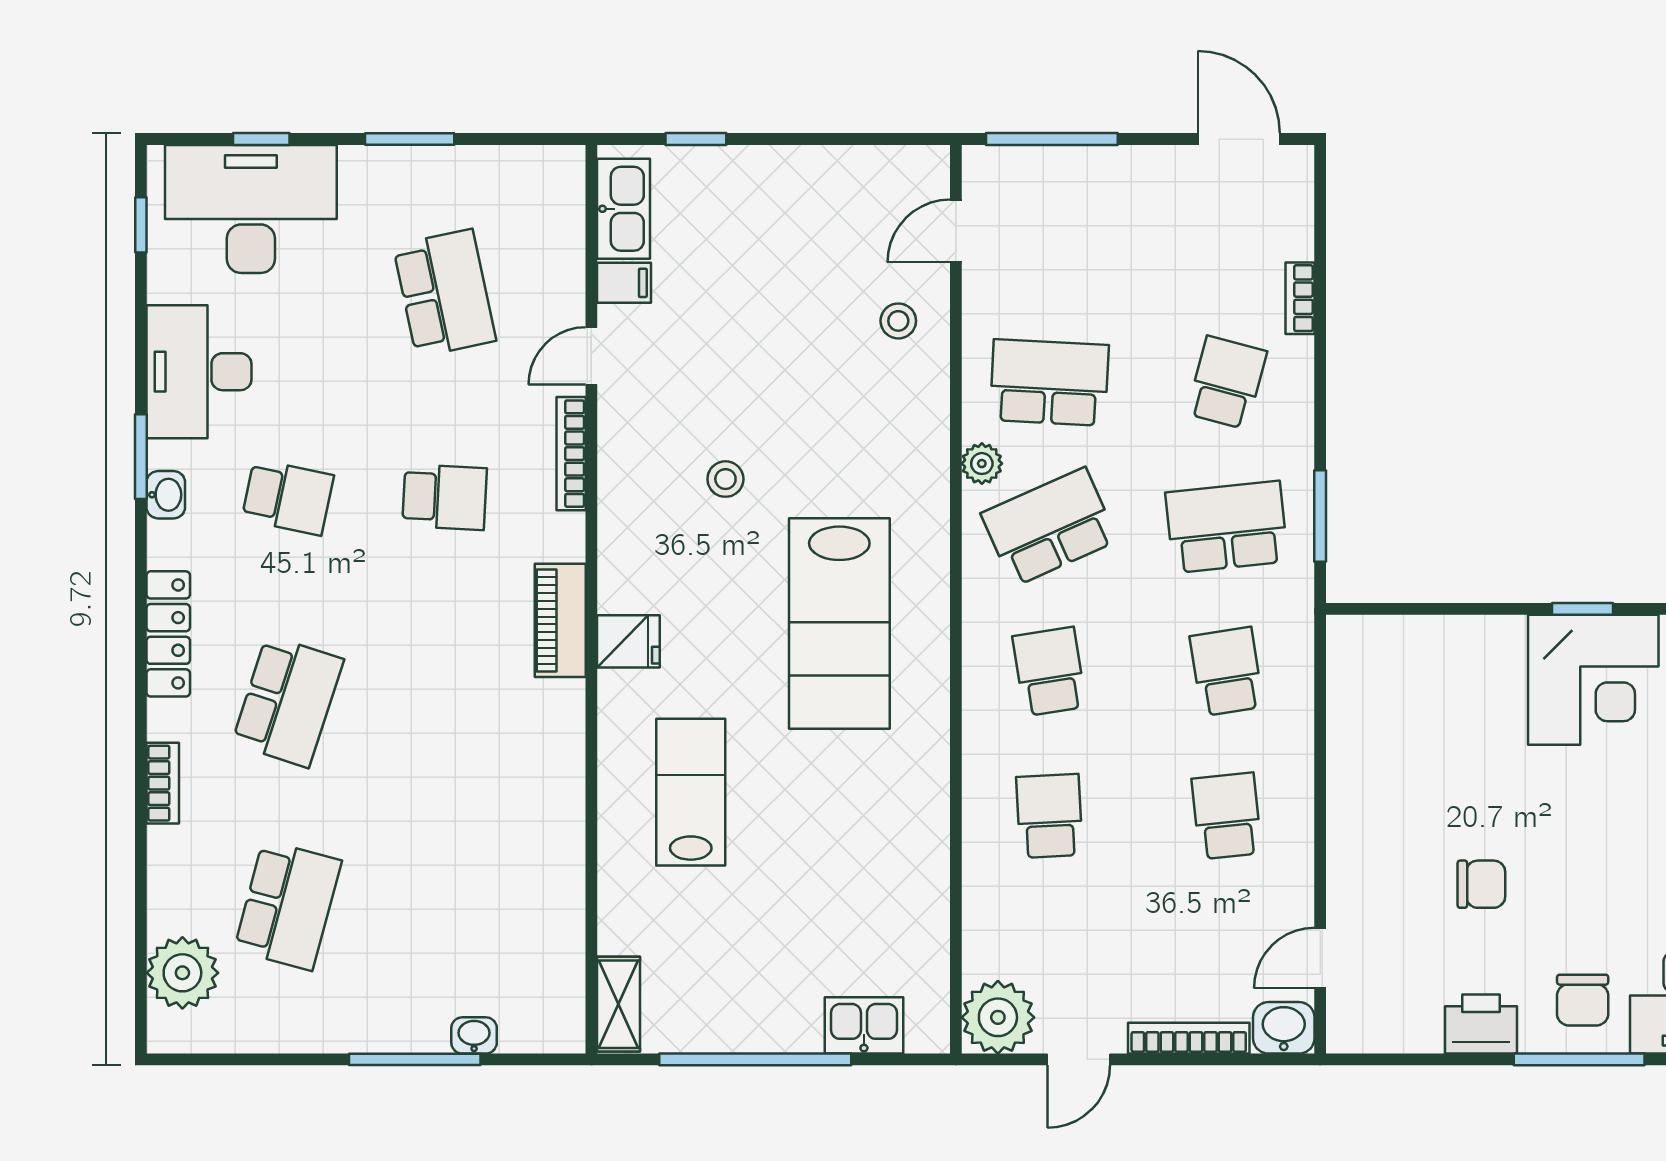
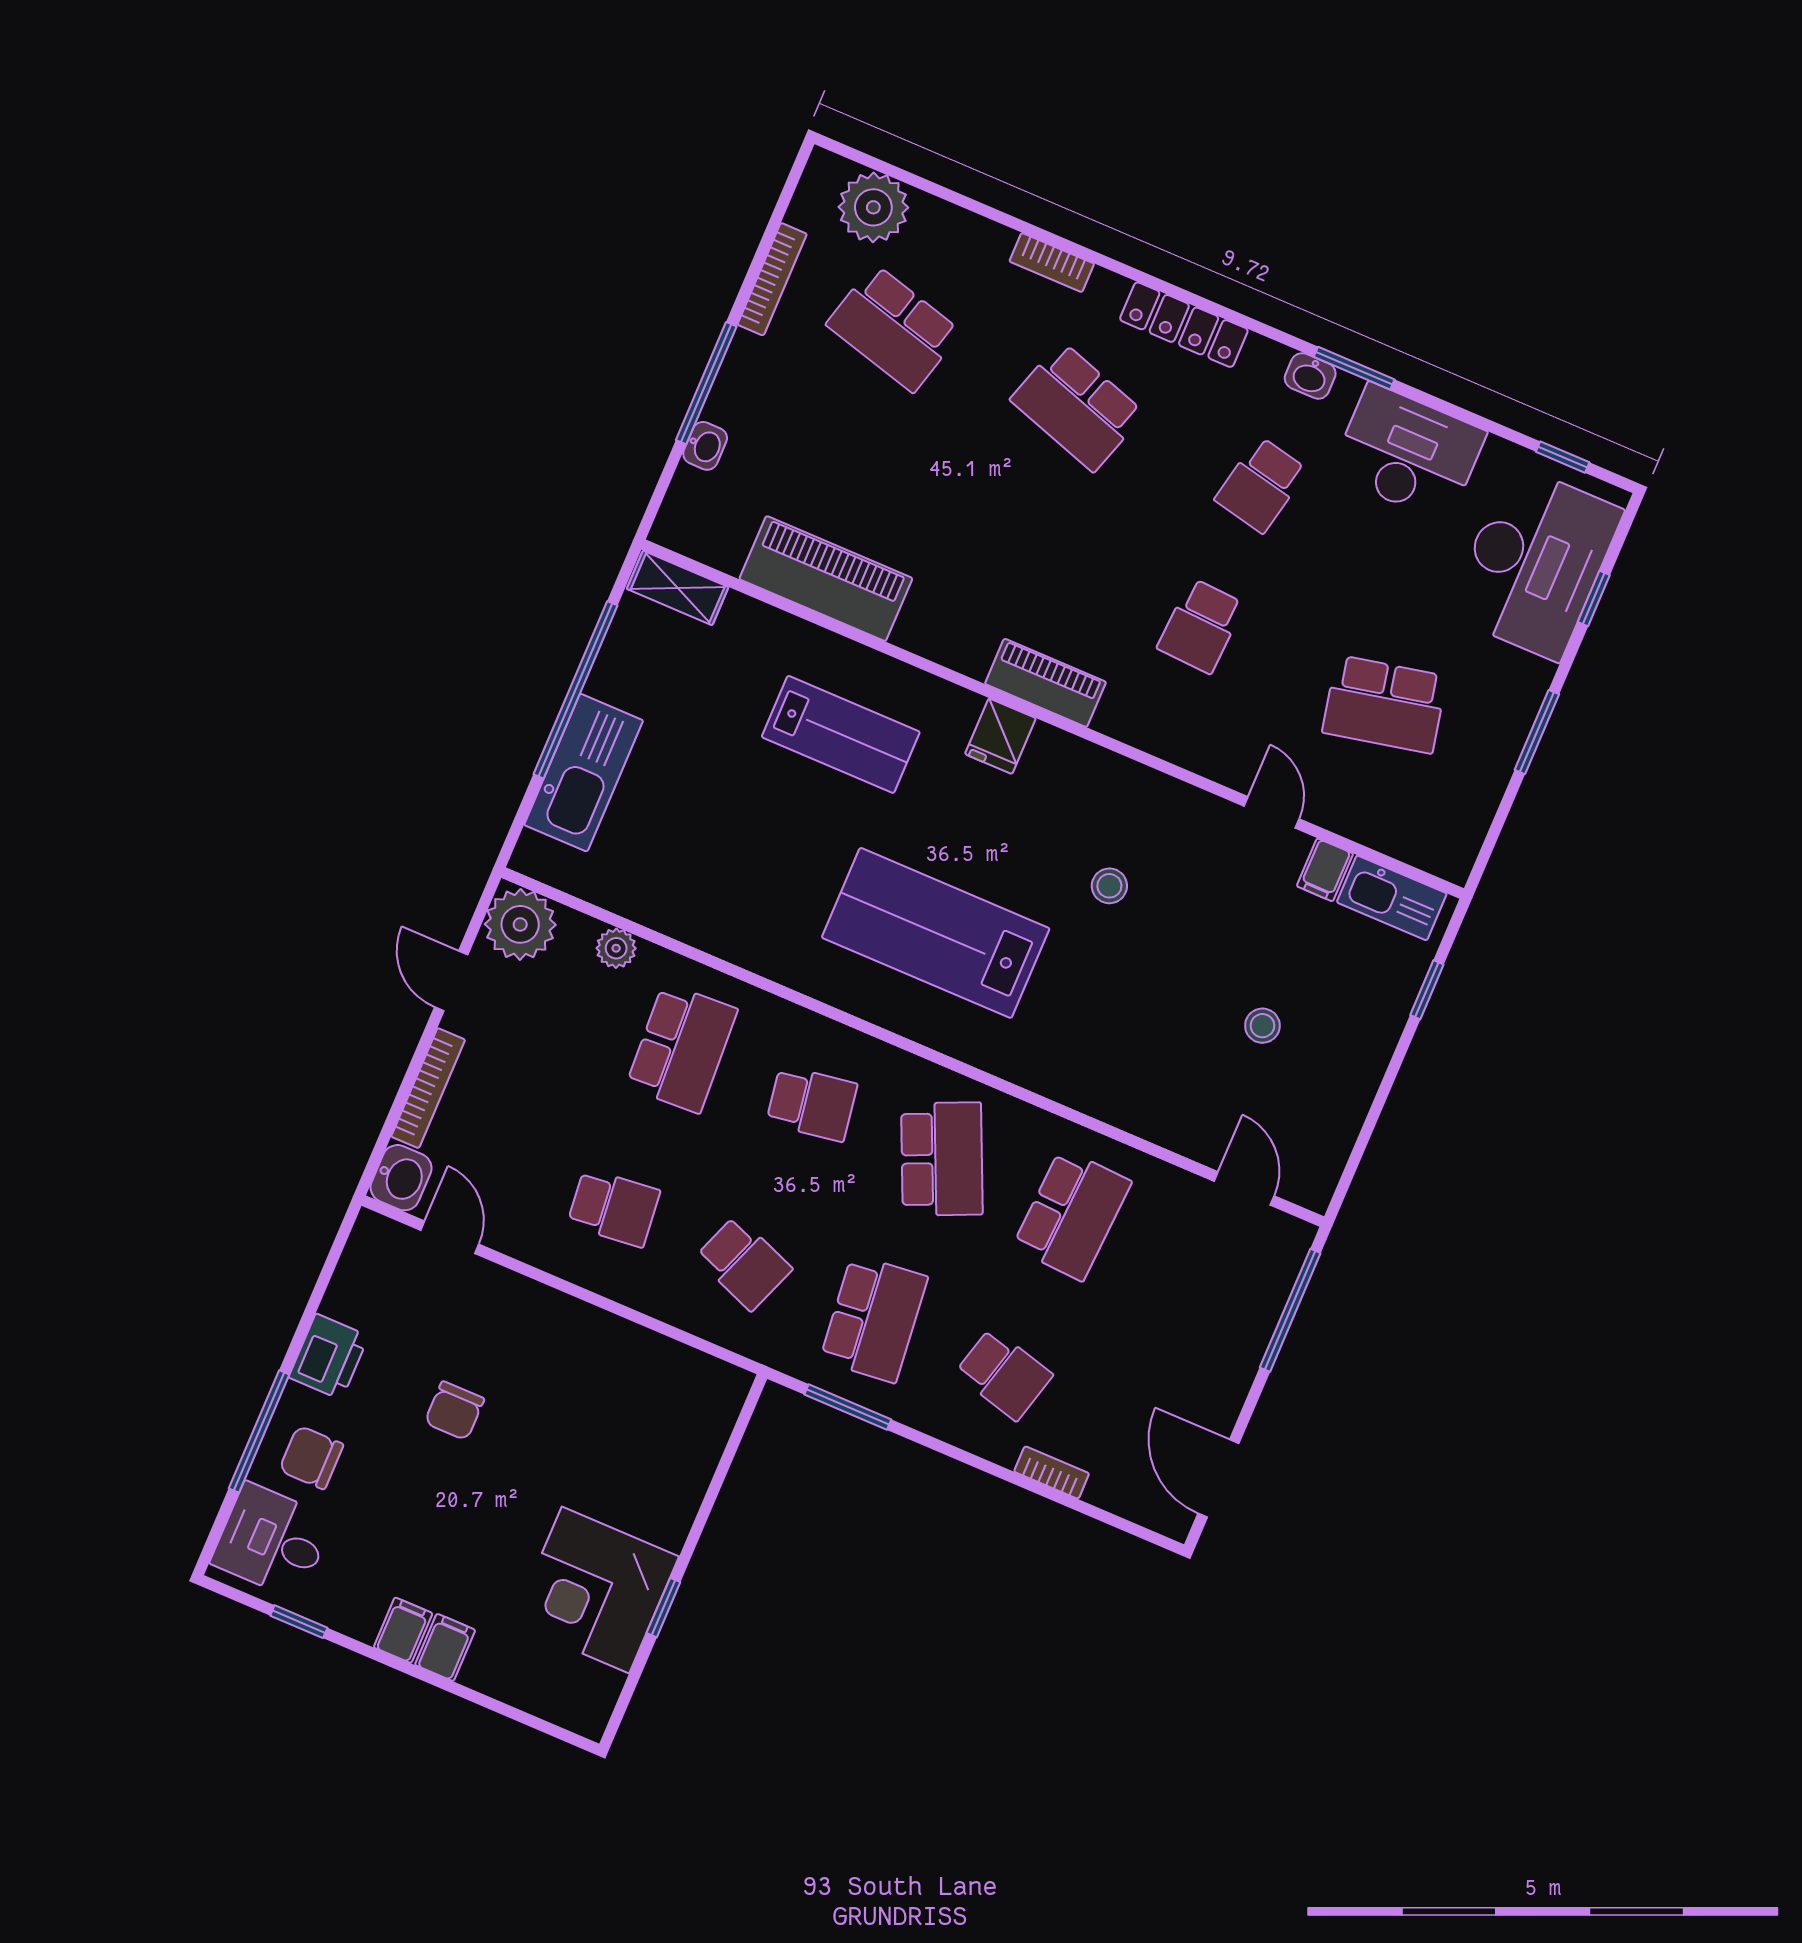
door: (1239, 139) -> (1218, 1478), swing flipped
stool: (898, 321) -> (1262, 1026), moved
bookcase: (571, 454) -> (772, 279), moved, turned 90
plant: (982, 464) -> (616, 948), moved
school desk: (1227, 671) -> (744, 1263), turned 30
school desk: (1049, 816) -> (682, 1048), width x1.85
piano: (550, 869) -> (826, 579), added
kitchen sink: (864, 1025) -> (584, 773), width x1.87, depth x1.24

